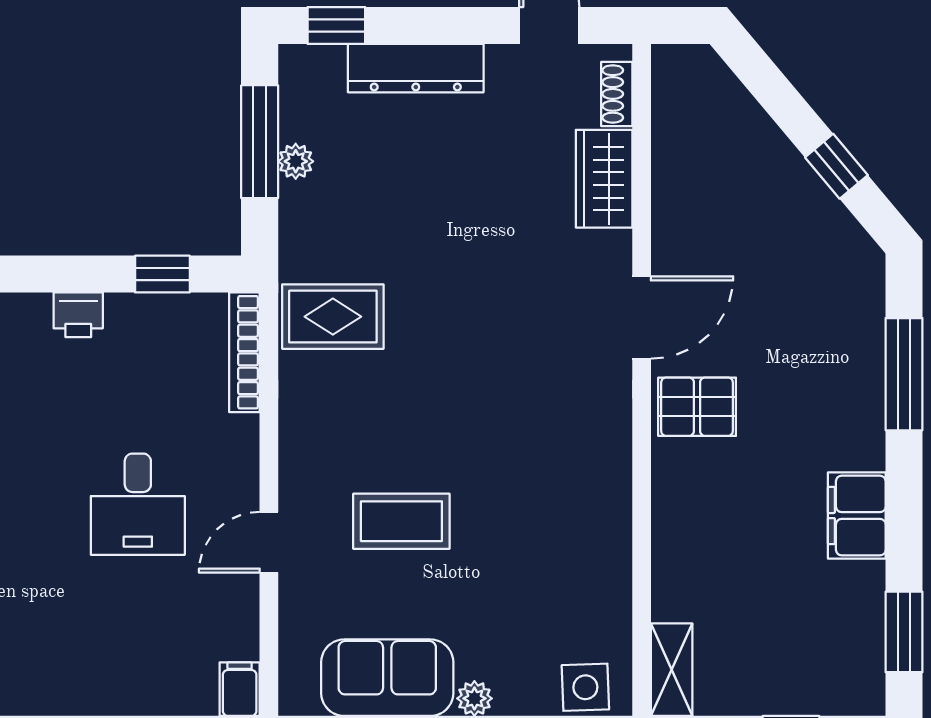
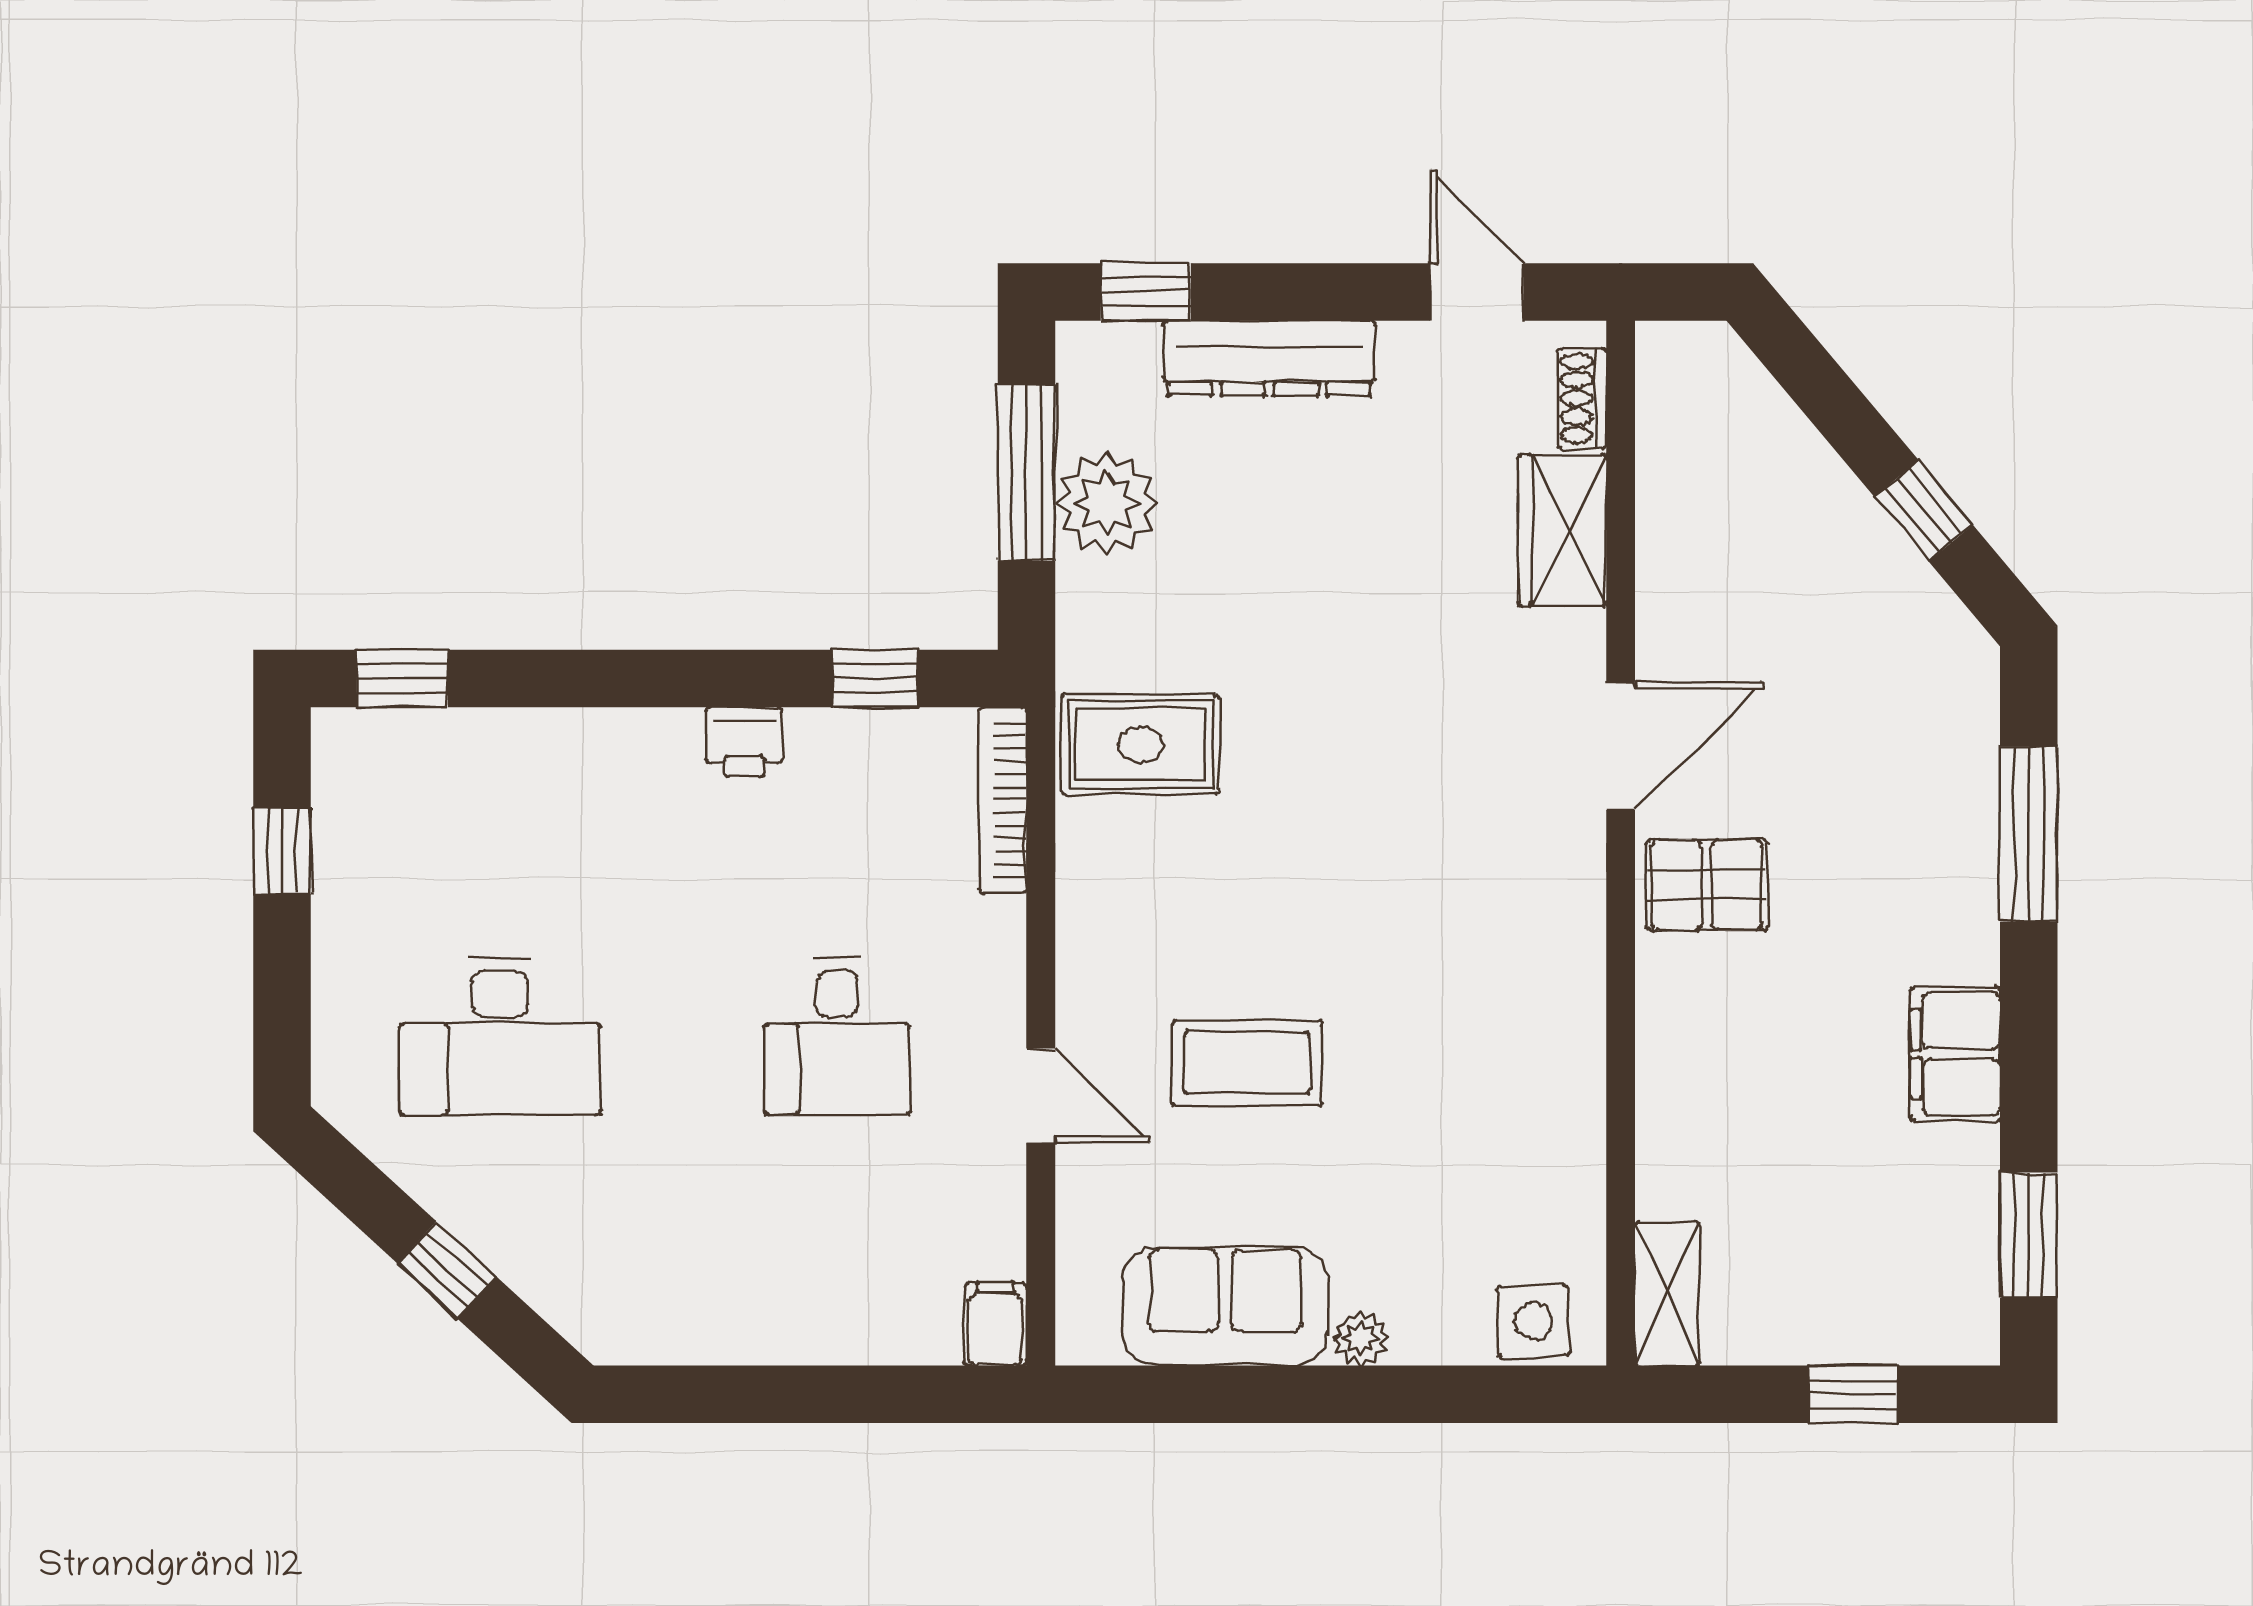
plant: (296, 161) -> (1107, 503), width x1.88, depth x1.88
door: (269, 542) -> (1041, 1096), swing flipped

